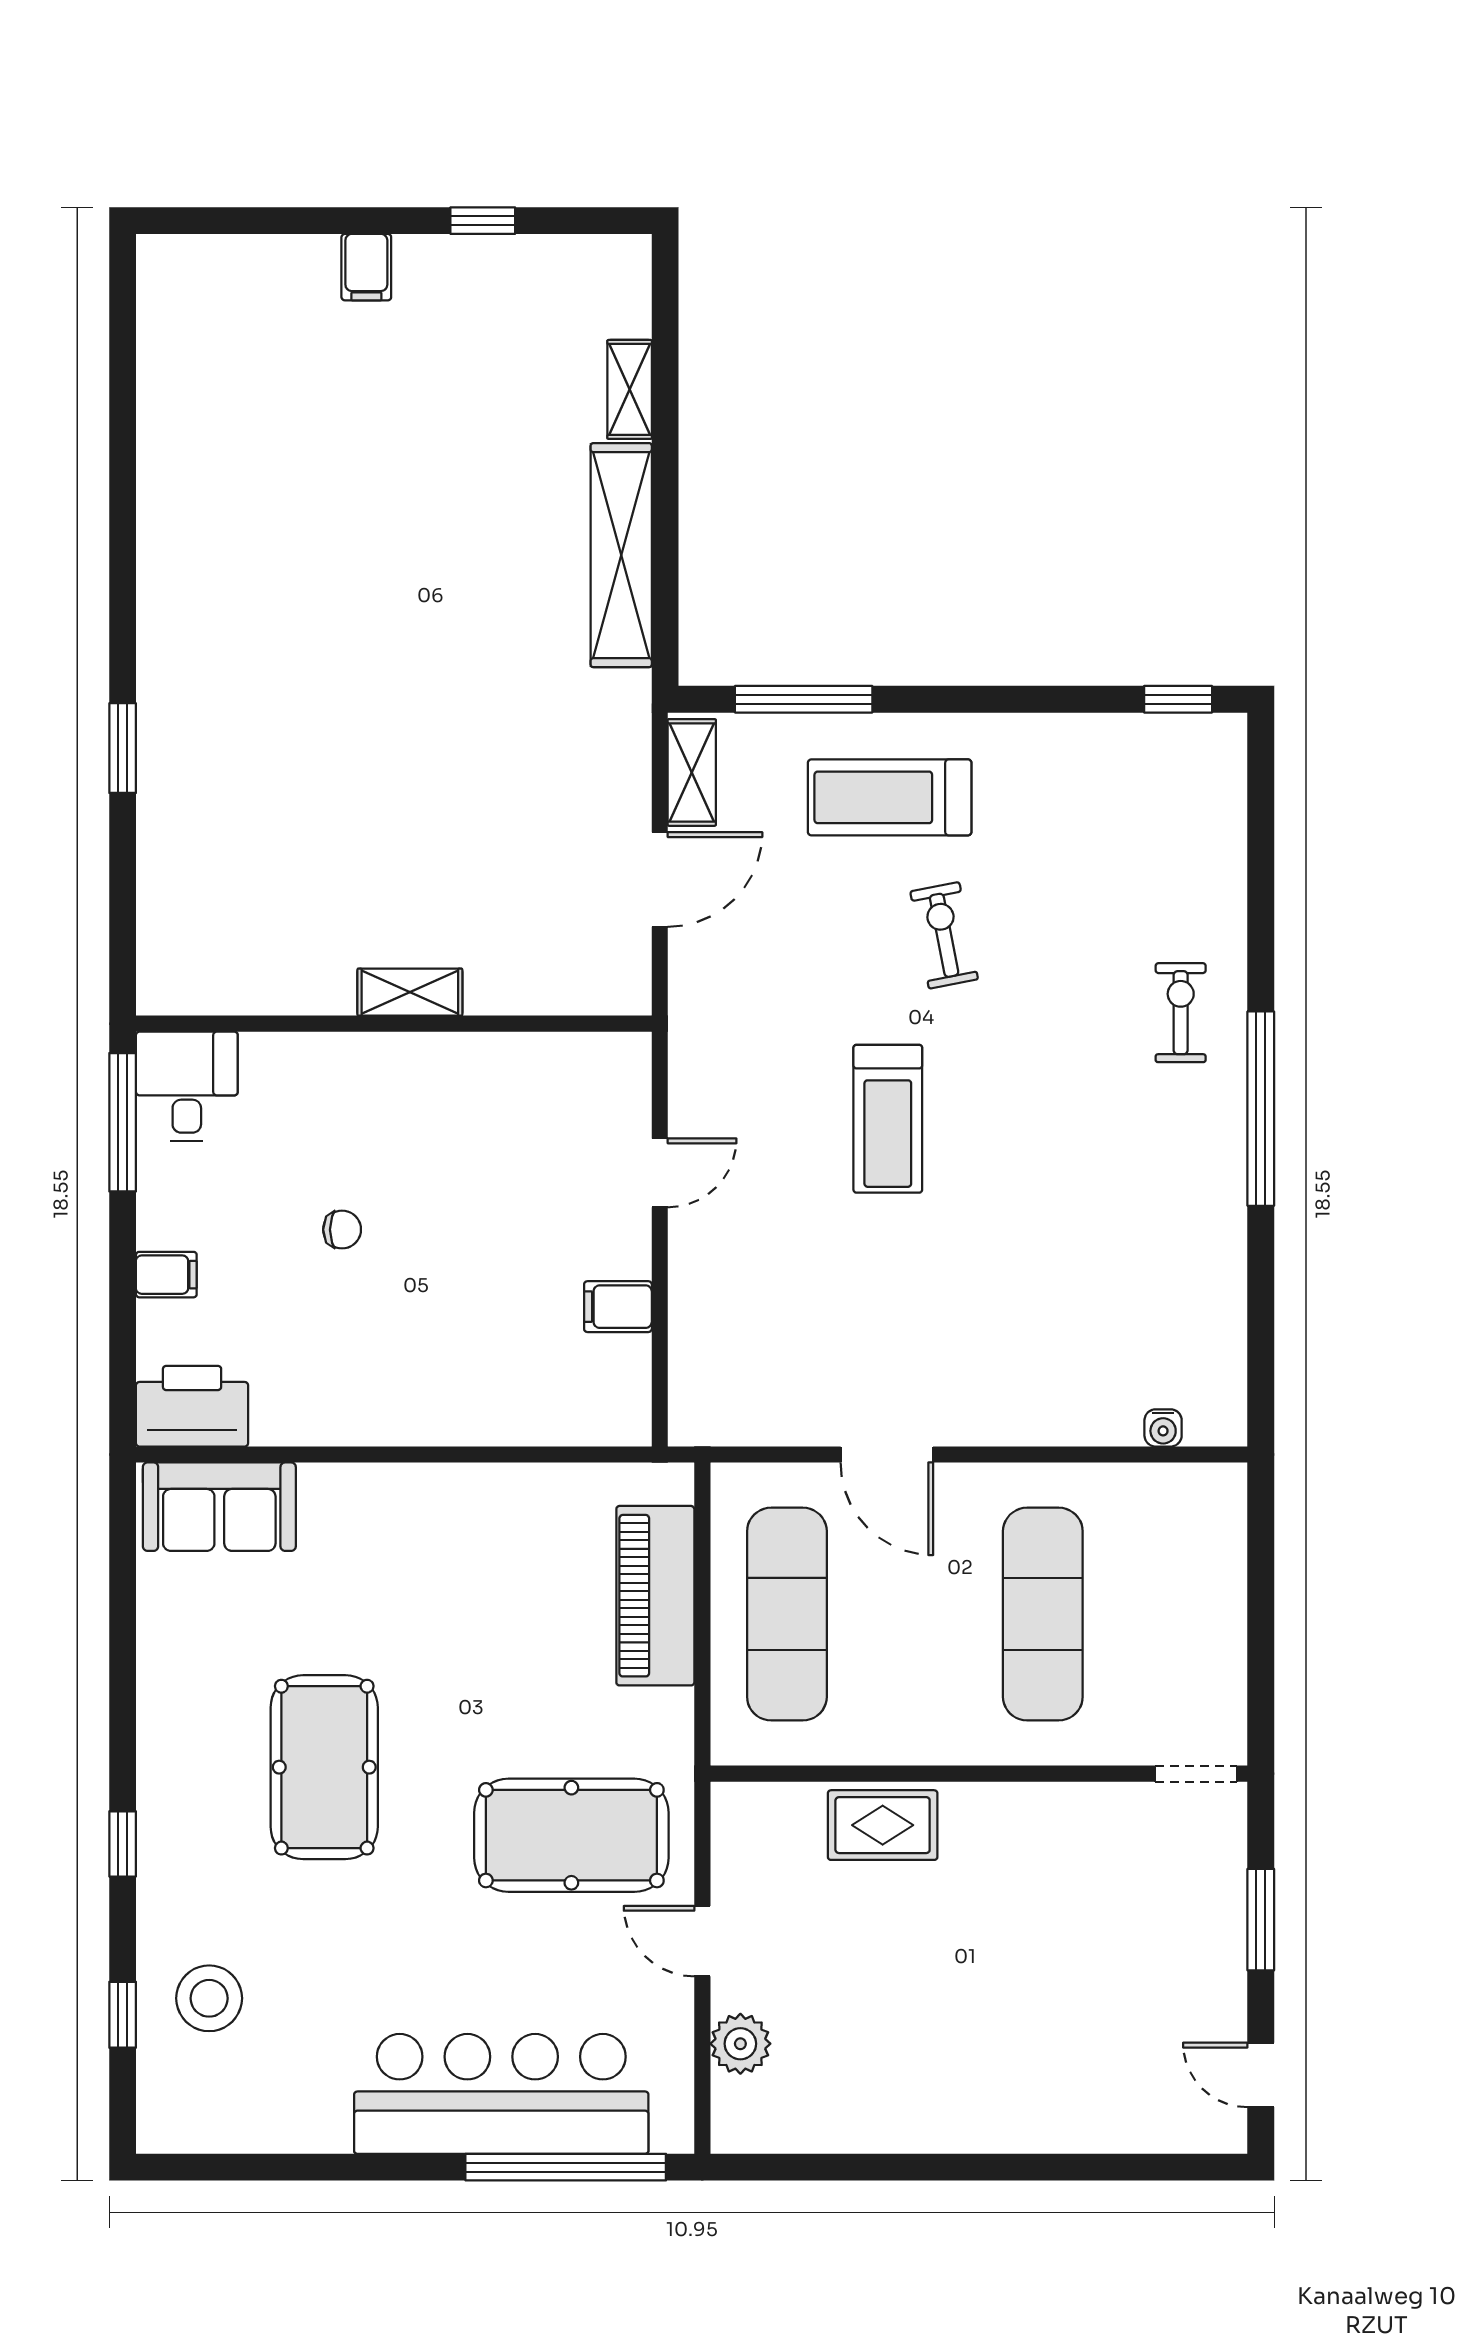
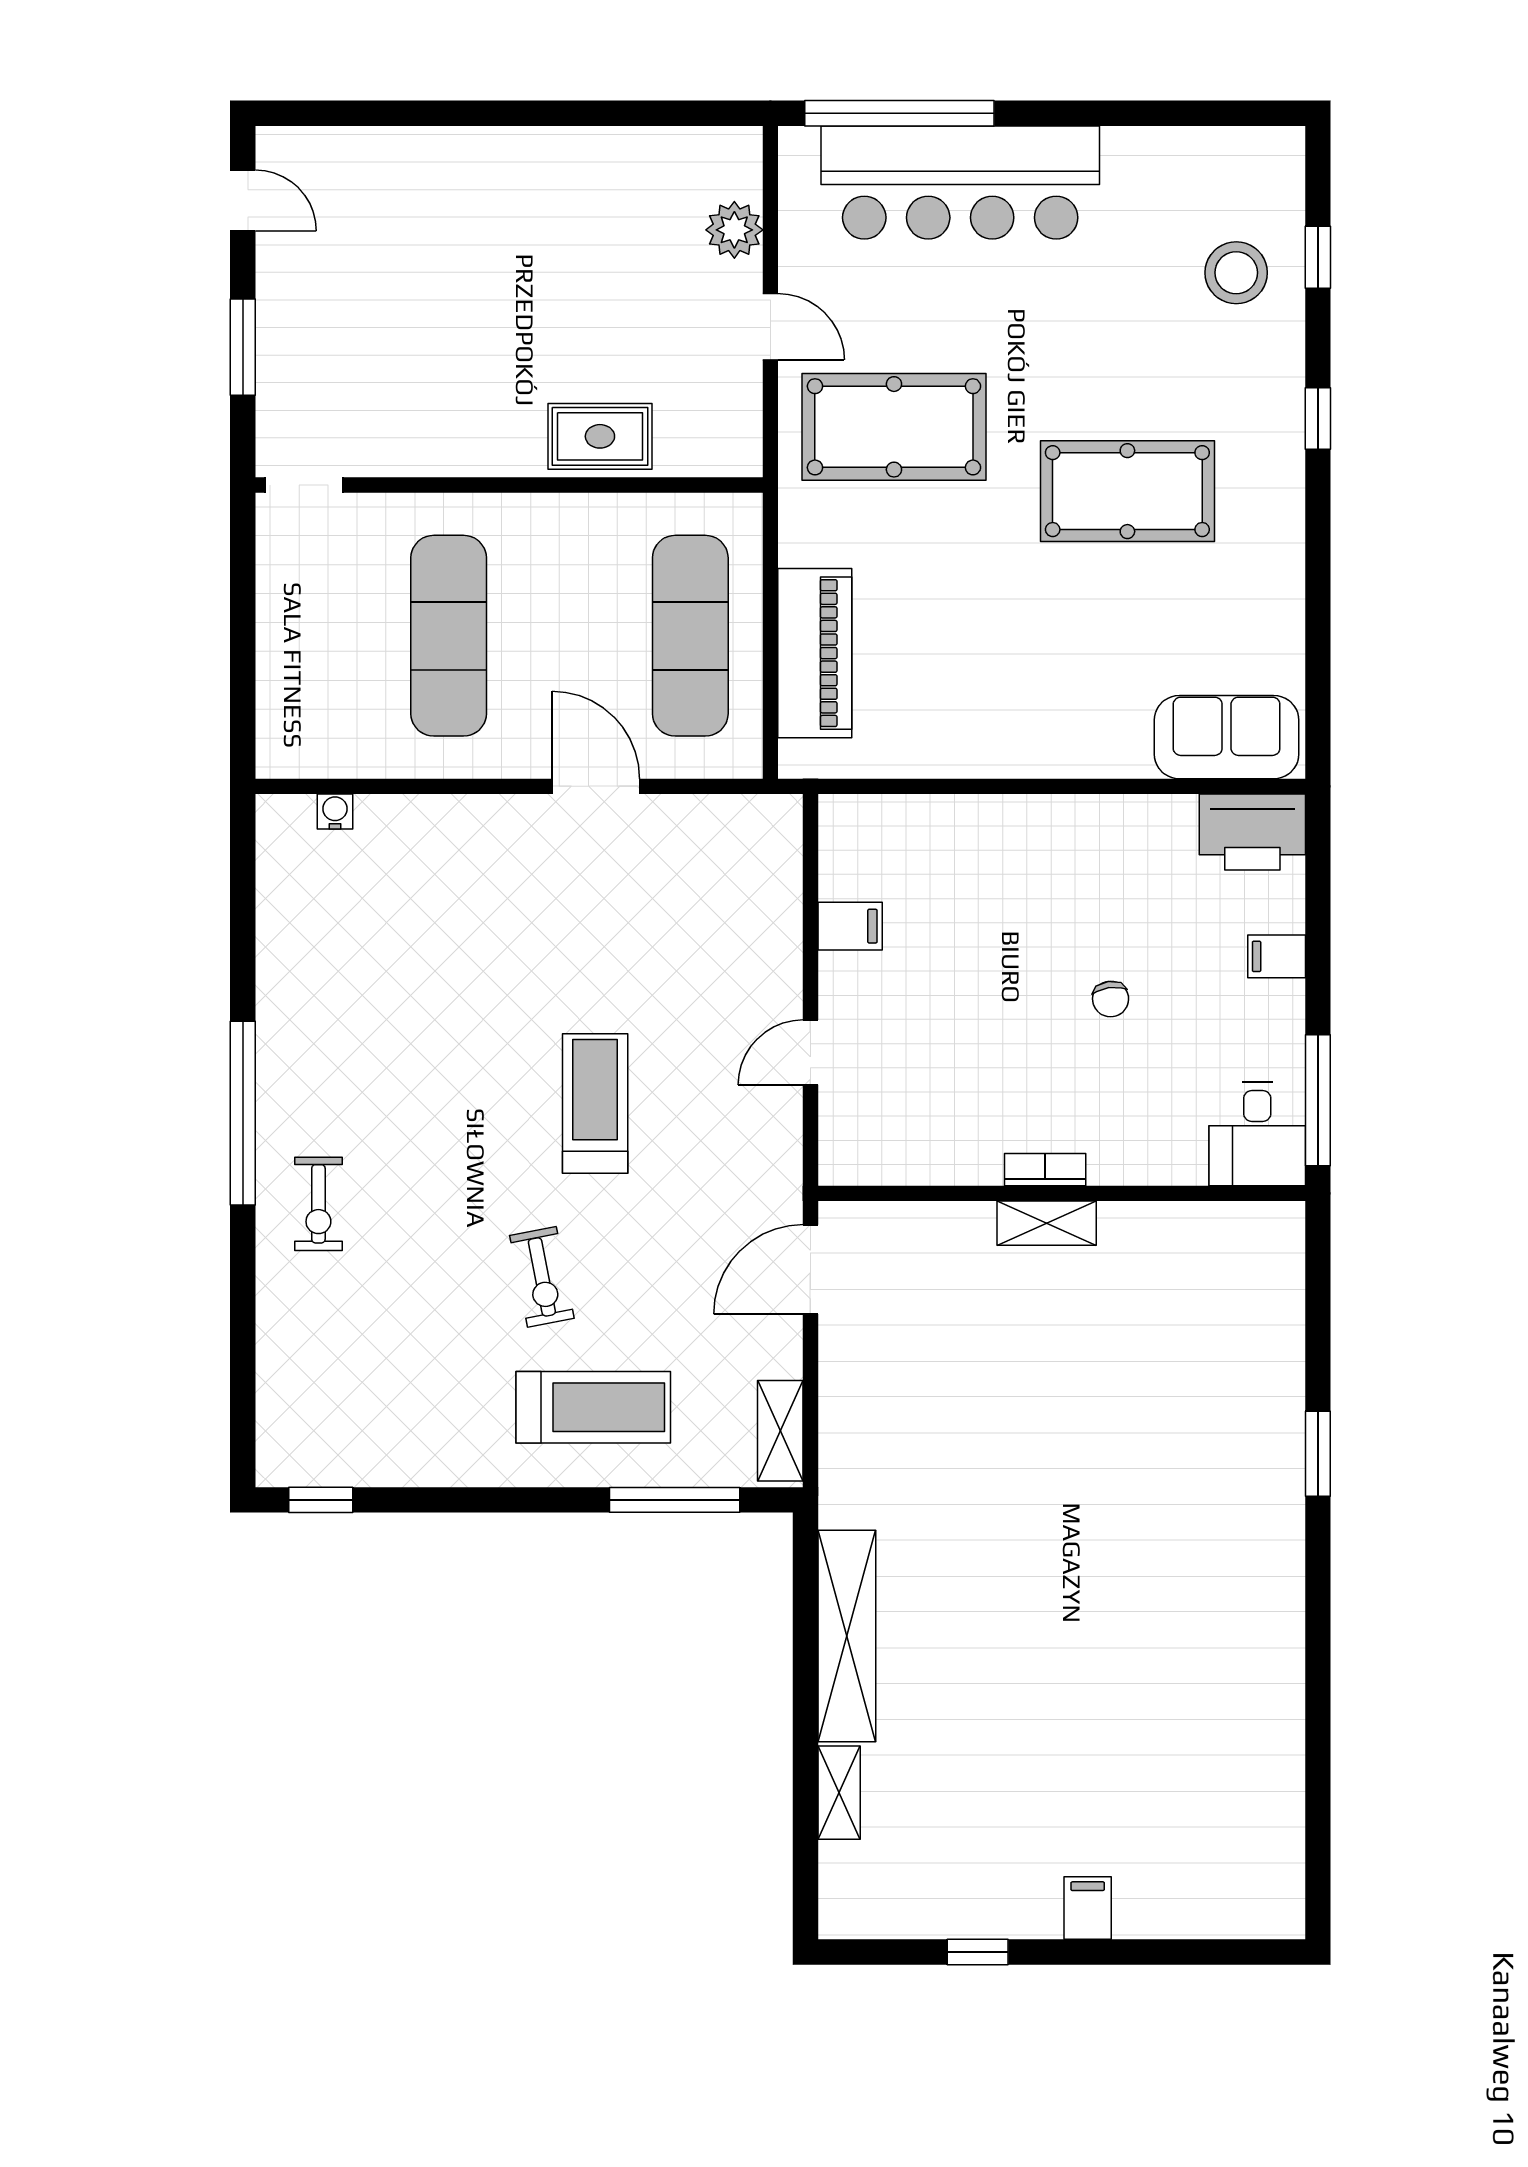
door: (660, 880) -> (810, 1269), moved
bookcase: (411, 1049) -> (1045, 1170), added
chair: (342, 1230) -> (1111, 999), turned -98
pool table: (324, 1767) -> (1127, 491), turned 90

